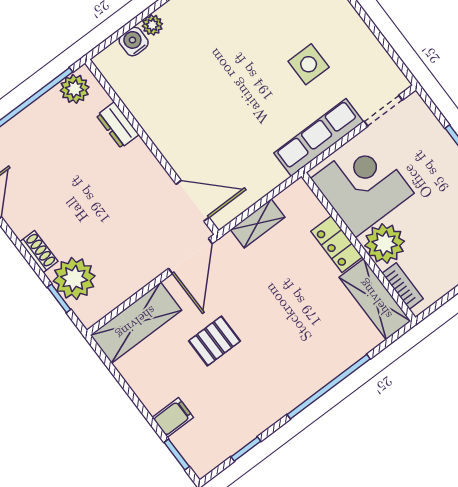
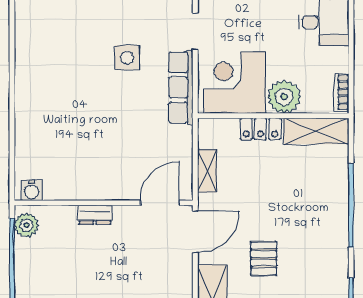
plant: (152, 25) -> (23, 142), removed
water cooler: (134, 42) -> (32, 190), moved, turned -90
dresser: (118, 125) -> (95, 215), moved
door: (190, 256) -> (195, 232), hinge flipped
bookcase: (403, 286) -> (341, 92), moved, turned -90

